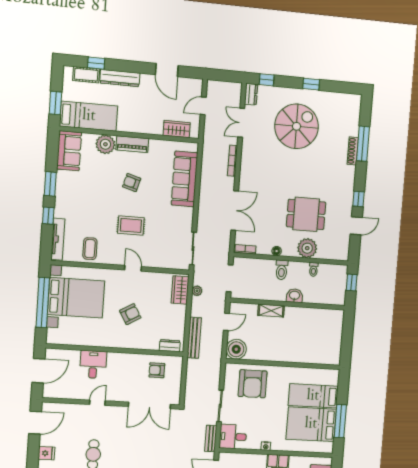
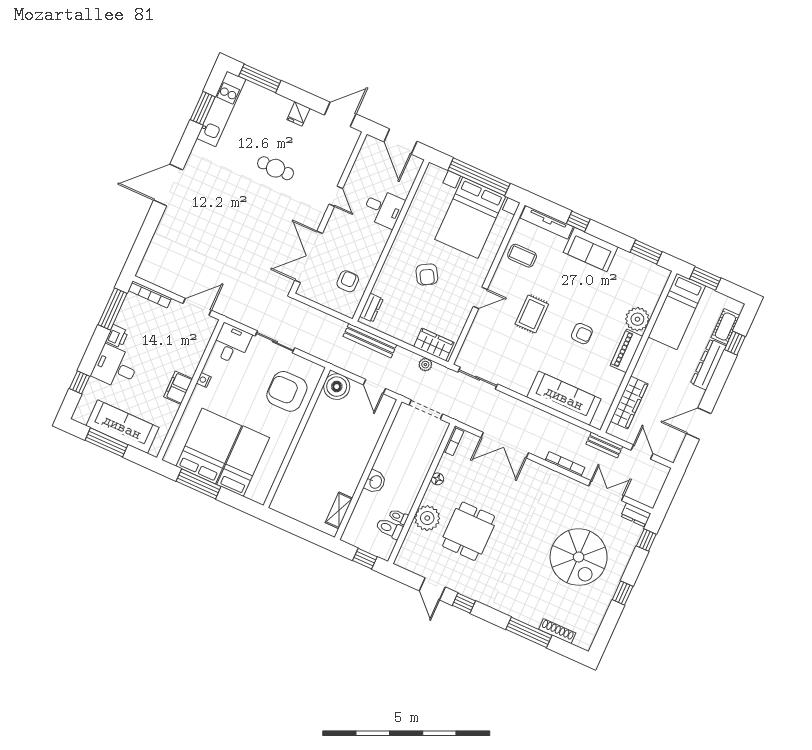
wardrobe: (177, 129) -> (629, 403), width x1.50
sofa: (69, 151) -> (591, 249), moved
shoe rack: (353, 151) -> (557, 631), moved
armchair: (132, 183) -> (582, 334), turned 74
window: (50, 184) -> (646, 252), moved
toilet: (282, 270) -> (389, 528), moved
shelving: (271, 311) -> (339, 510), moved
door: (35, 423) -> (340, 114), swing flipped
bench: (211, 438) -> (604, 445), moved

